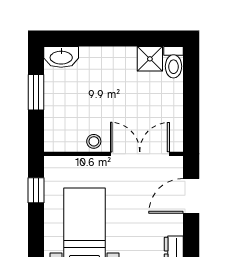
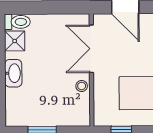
washbasin: (61, 57) -> (13, 73), moved

